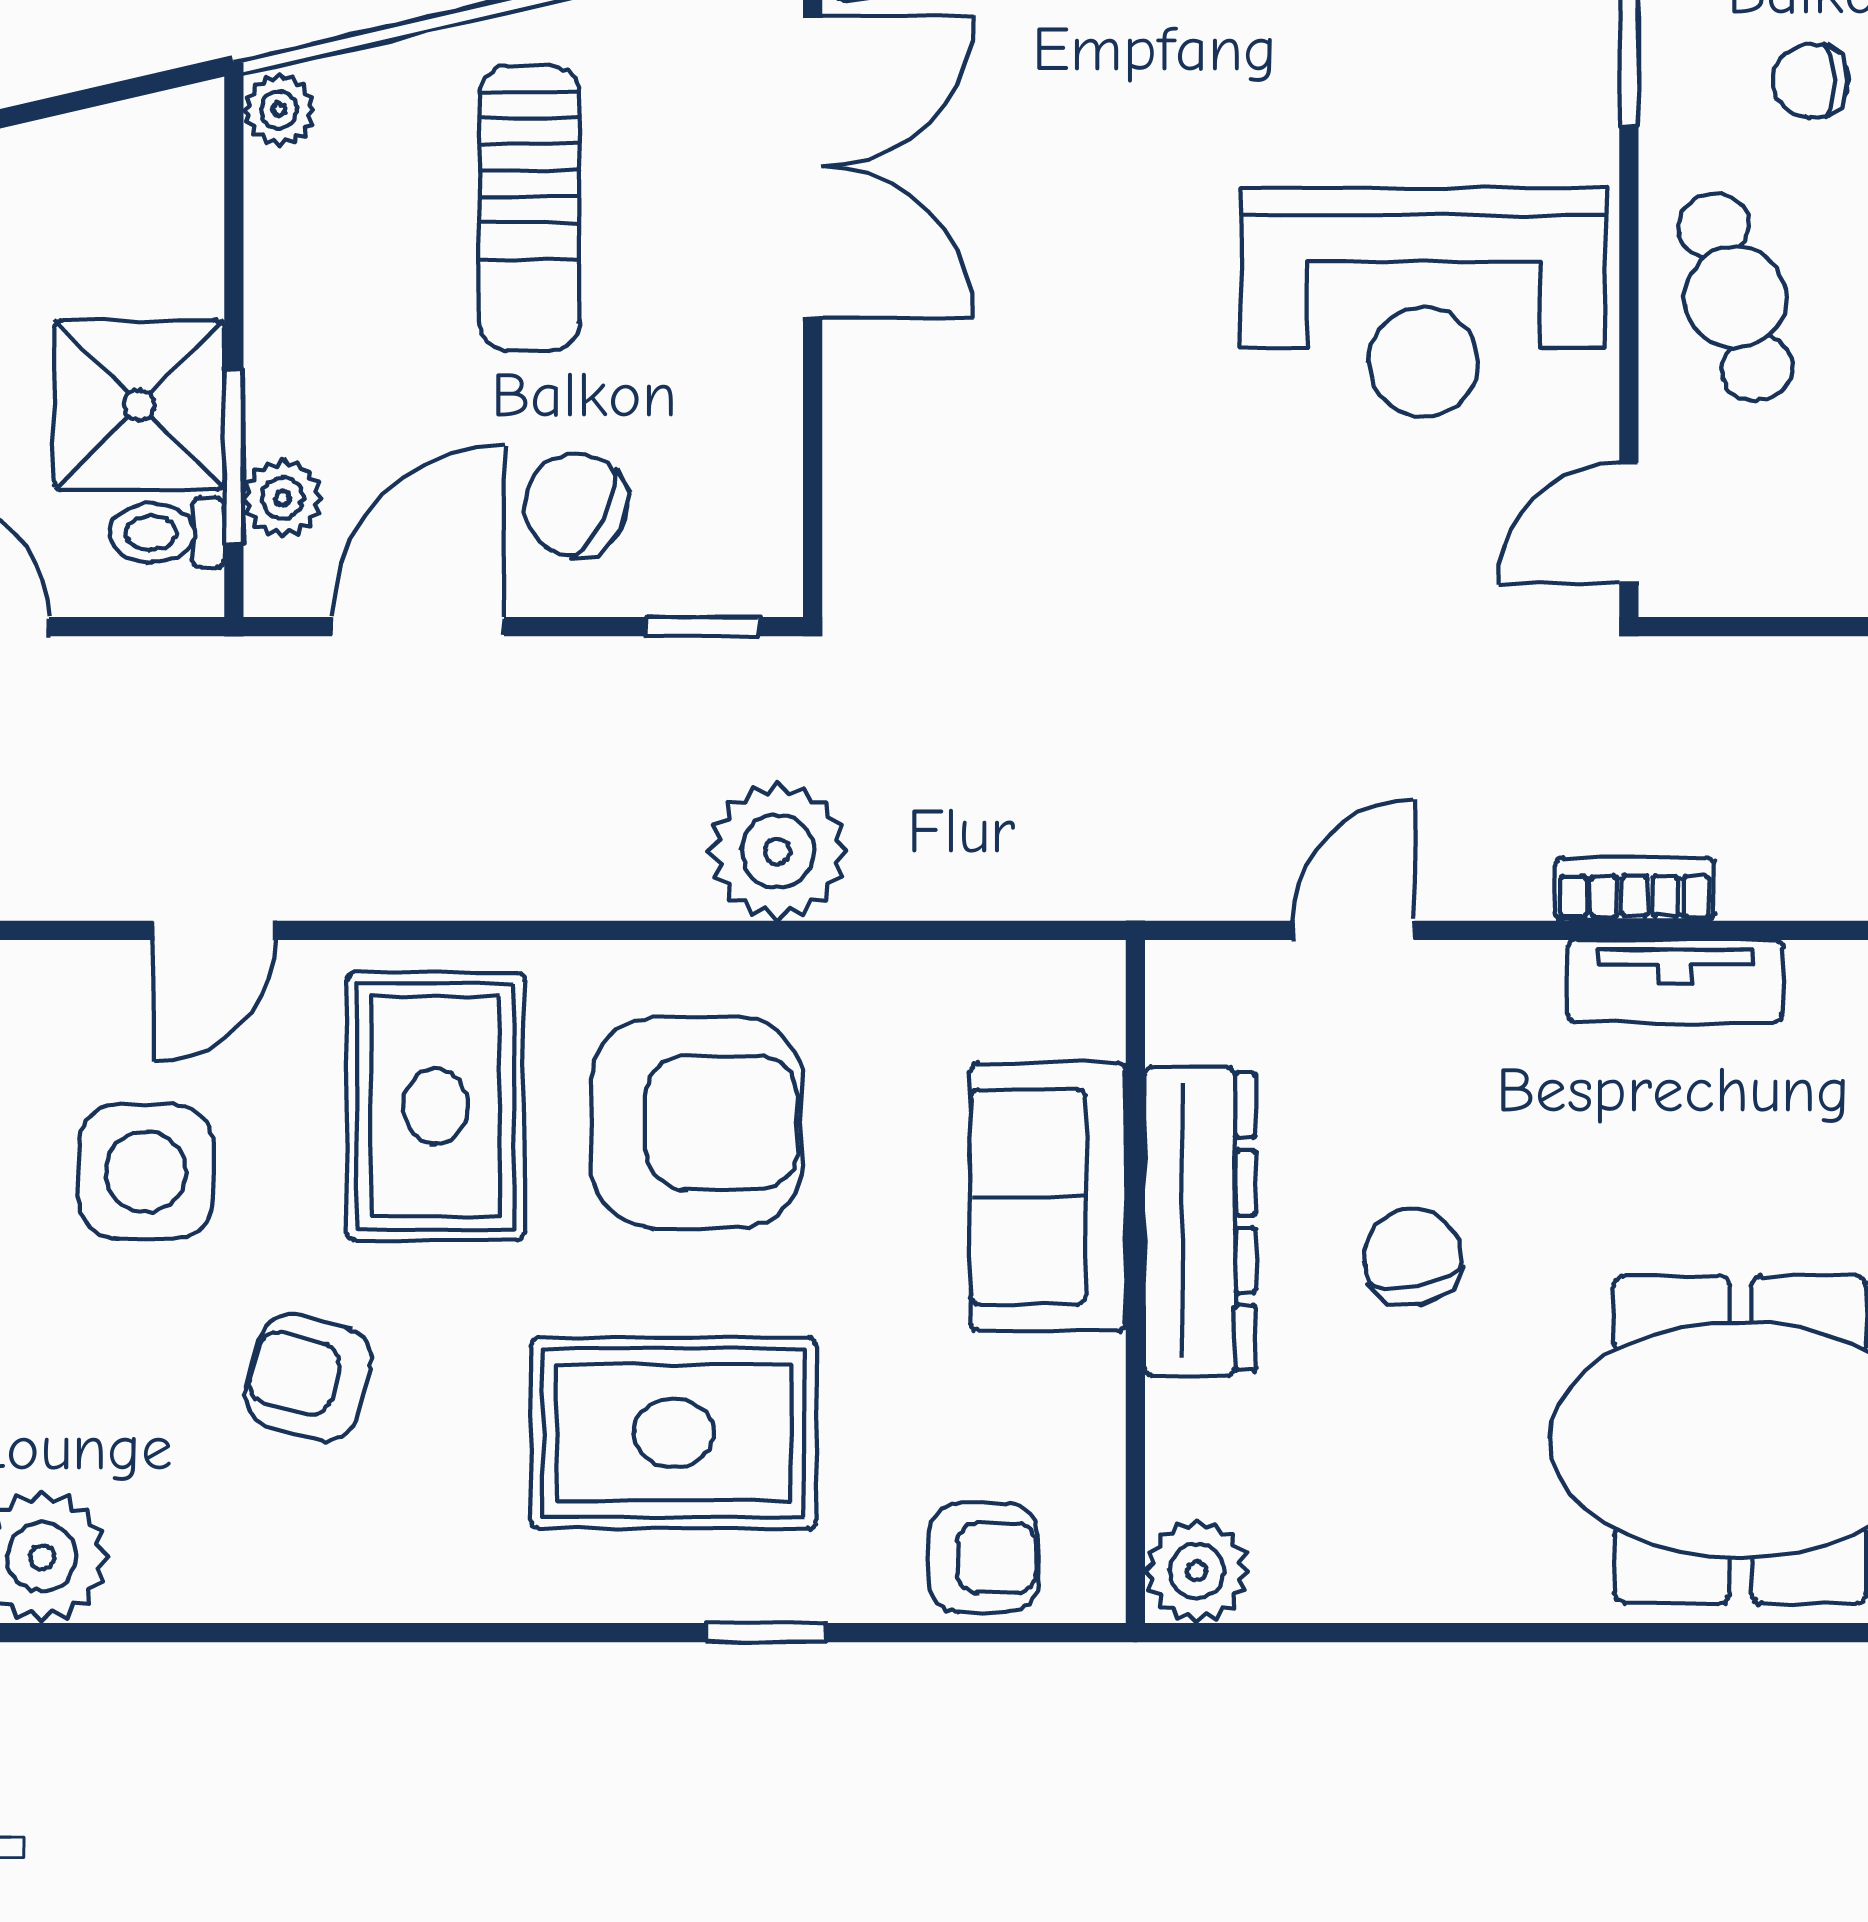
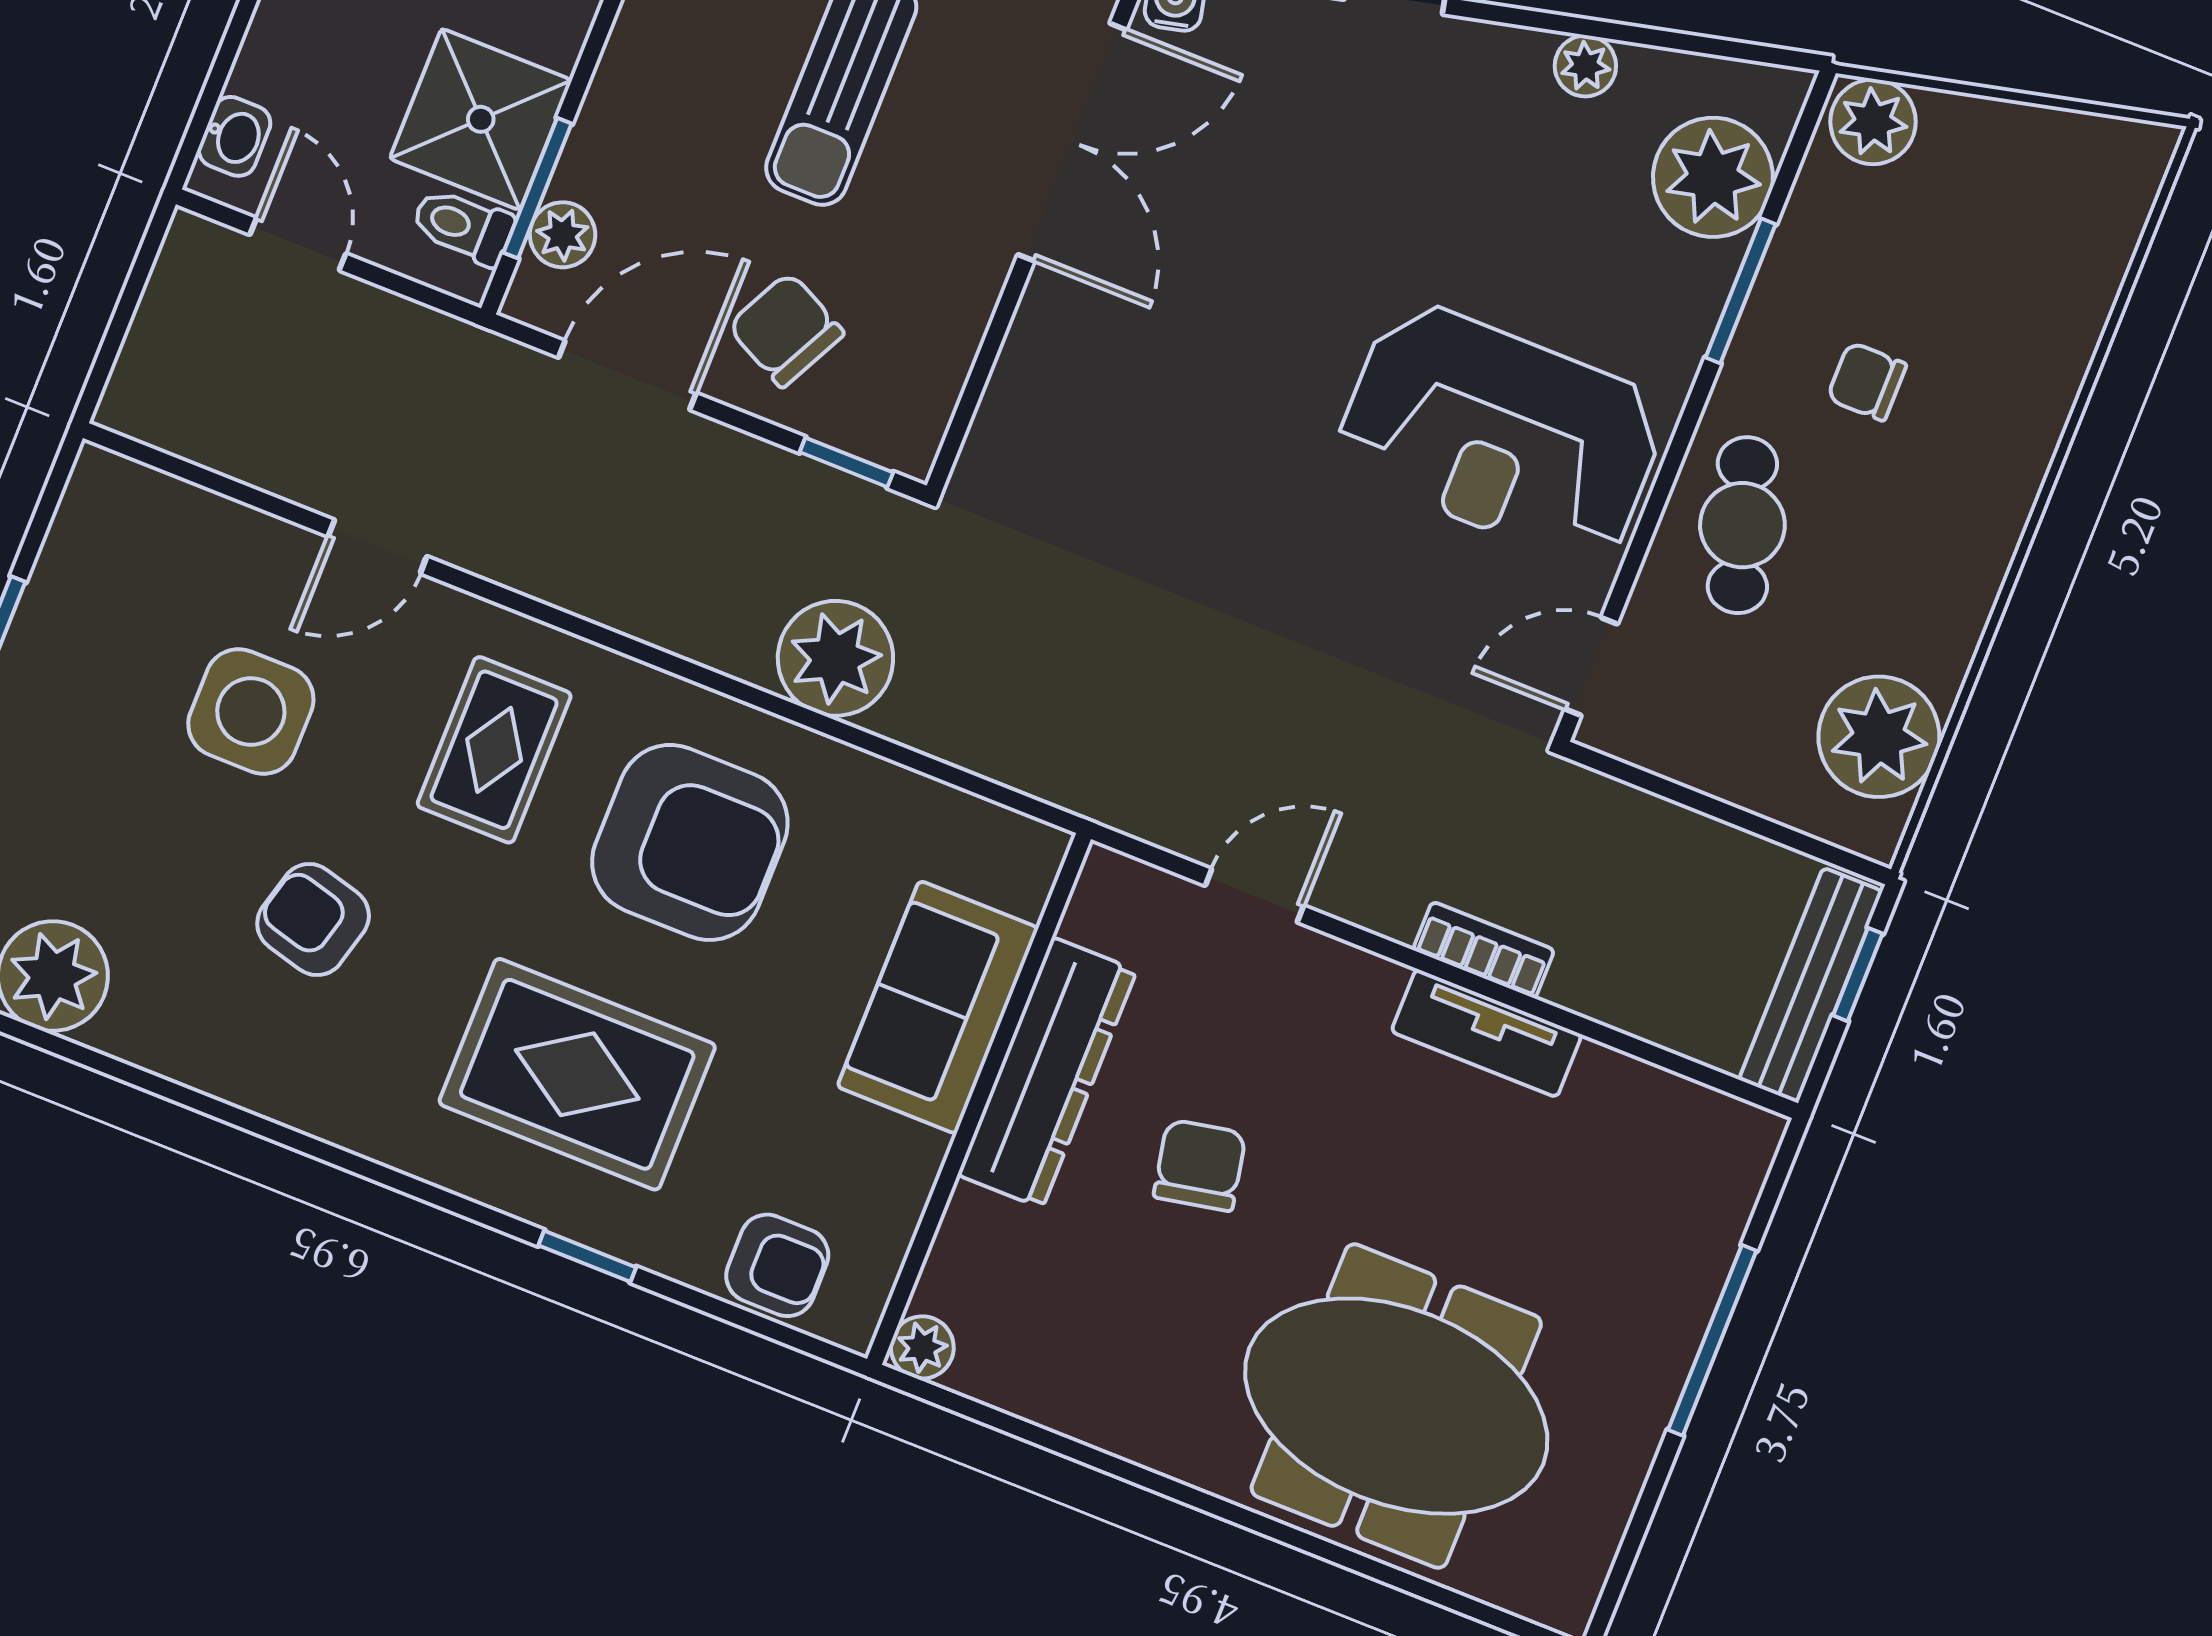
rug: (436, 1106) -> (494, 750), width x0.73, depth x0.70
plant: (1197, 1571) -> (922, 1347), width x0.73, depth x0.73

